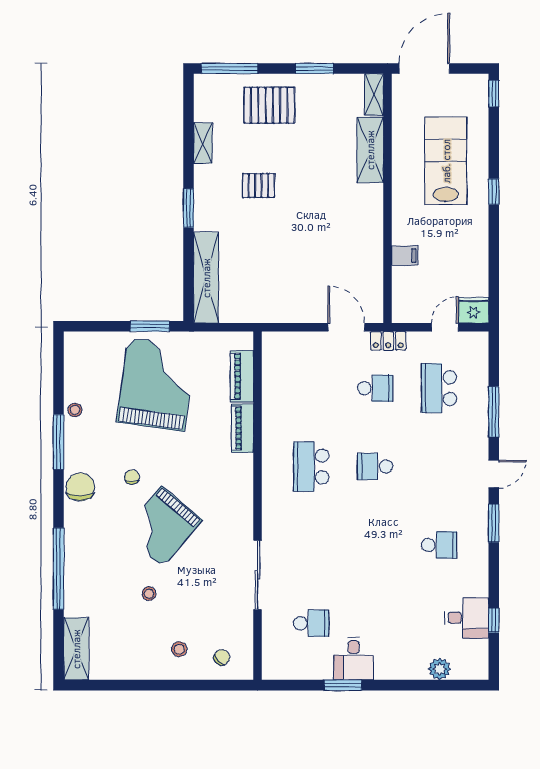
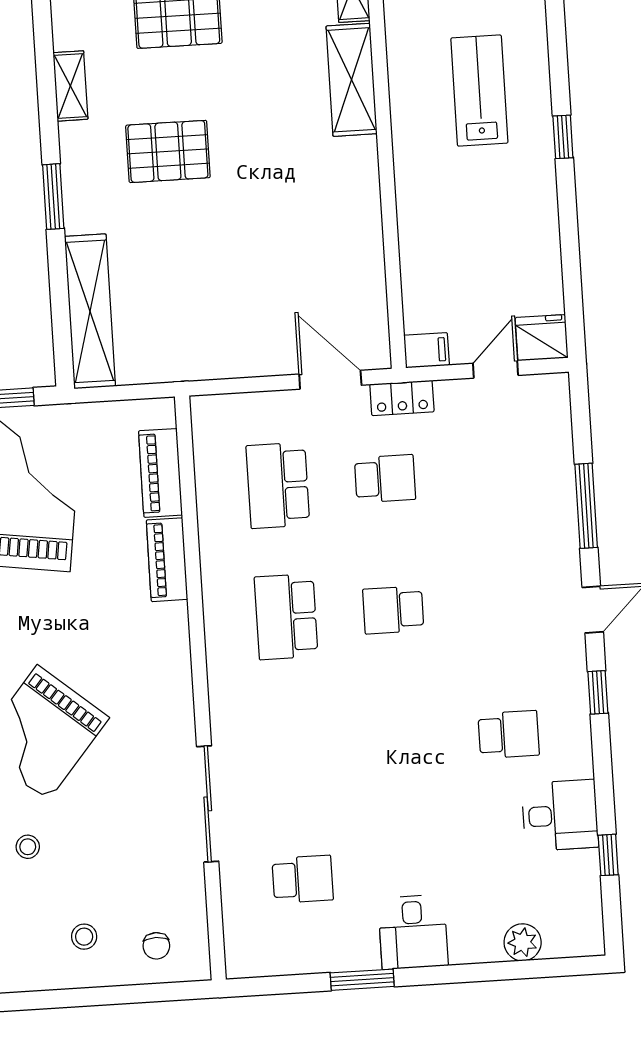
lab bench: (446, 161) -> (479, 91), width x0.73, depth x0.72
pallet: (258, 186) -> (168, 151), width x1.50, depth x1.42
filing cabinet: (405, 256) -> (427, 350), moved
school desk: (439, 388) -> (278, 485), moved
window: (494, 523) -> (598, 692), width x0.67
desk: (467, 618) -> (560, 815), moved
chair: (222, 657) -> (156, 946), turned 134
desk: (354, 659) -> (413, 932), moved

